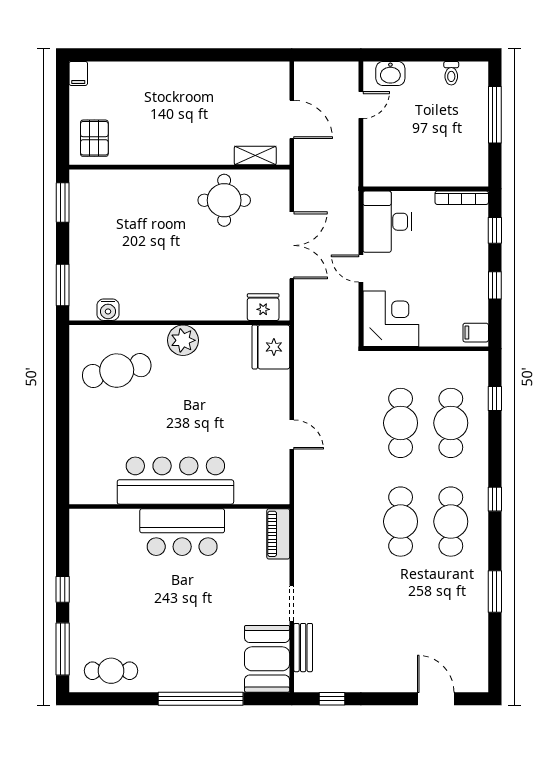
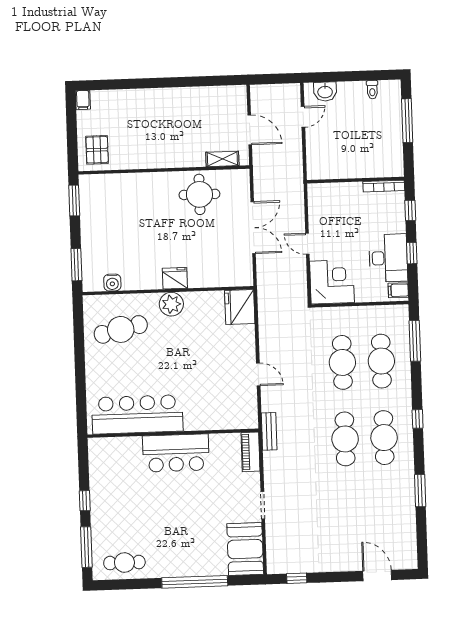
desk: (387, 222) -> (388, 258), moved, turned 180
fridge: (263, 307) -> (175, 278), moved
window: (495, 398) -> (415, 341), width x2.17
bar counter: (175, 481) -> (137, 414), moved
bench: (303, 648) -> (269, 431), moved

